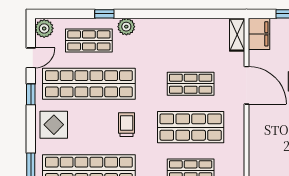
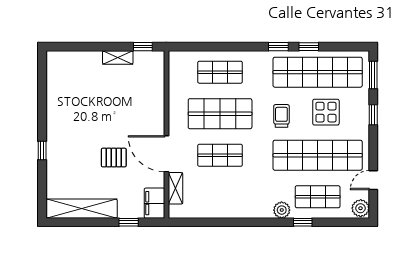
shelving: (237, 35) -> (175, 188), moved
window: (31, 94) -> (373, 115), moved
display table: (54, 125) -> (326, 112), moved
trolley: (127, 125) -> (281, 116), turned 180

